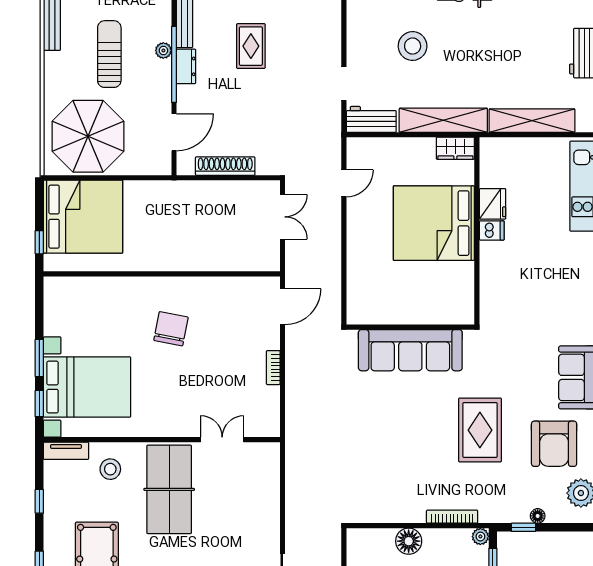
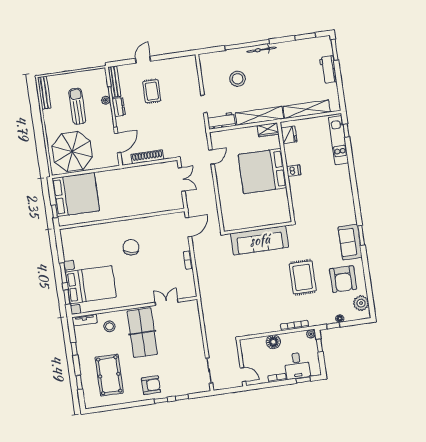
fridge: (493, 204) -> (289, 135), moved

